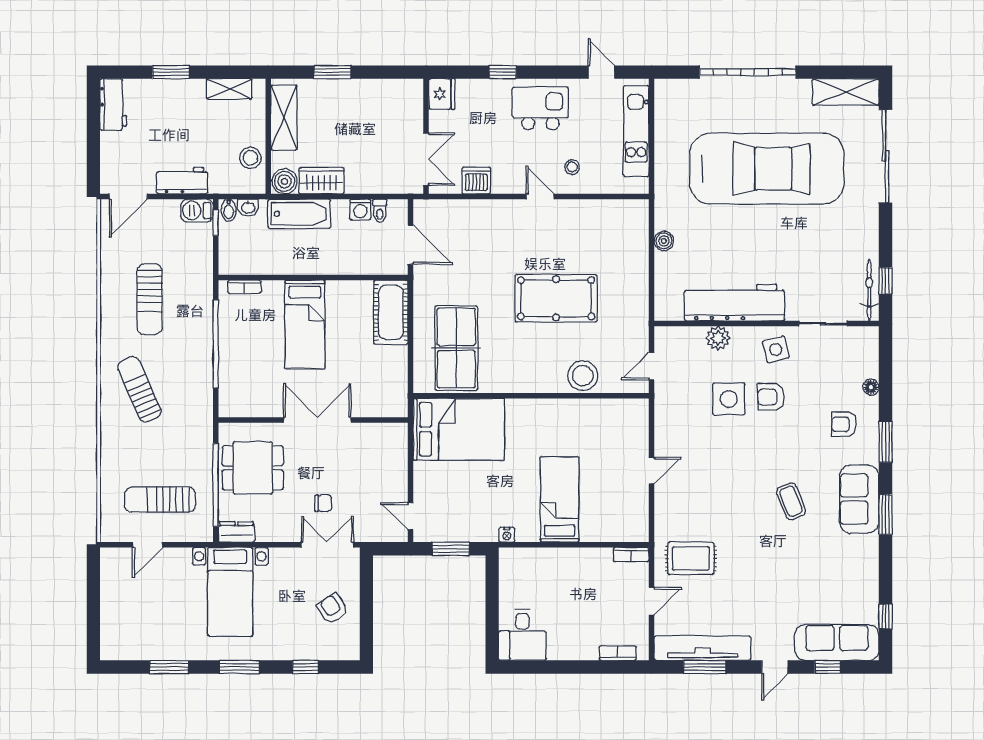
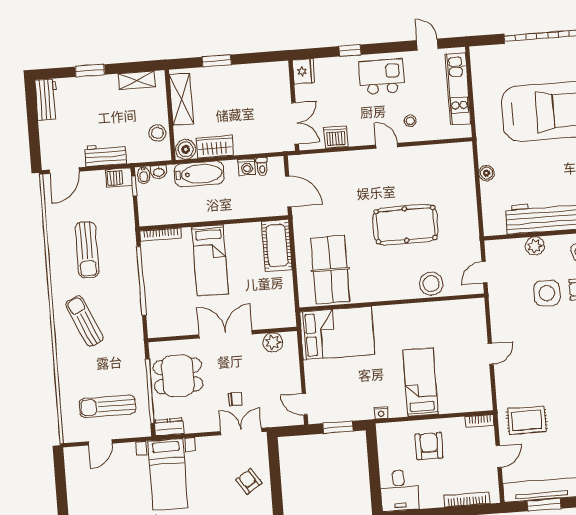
bookcase: (244, 287) -> (161, 234), width x1.56
plant: (376, 435) -> (273, 342), added
armchair: (564, 581) -> (429, 446), added
bookcase: (618, 653) -> (467, 500), width x1.56

